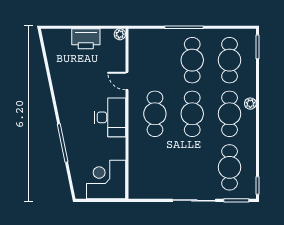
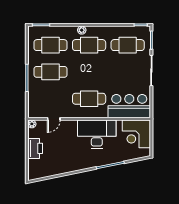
door: (127, 81) -> (54, 119), moved
cafe table: (192, 114) -> (89, 72), removed
desk: (110, 117) -> (97, 134), width x1.36, depth x1.30
bar counter: (145, 170) -> (129, 106), added

